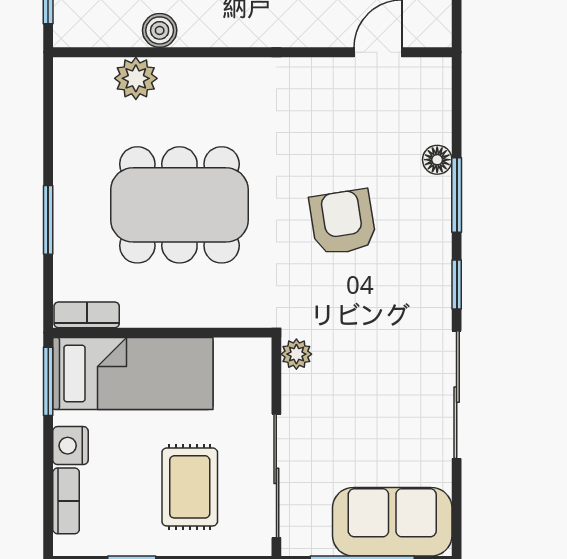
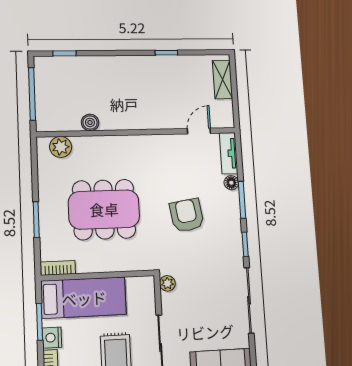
plant: (136, 78) -> (61, 147), moved
tv unit: (436, 100) -> (229, 153), added
window: (48, 381) -> (39, 322), moved

